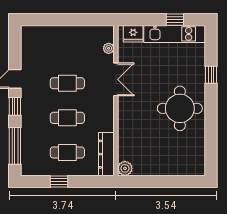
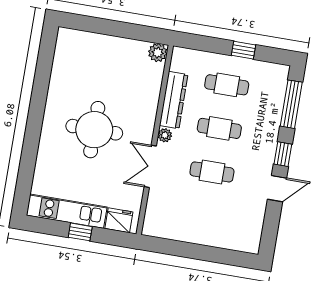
window: (175, 20) -> (80, 232), moved
plant: (109, 48) -> (165, 135), moved
window: (211, 75) -> (30, 152), removed
round table: (180, 108) -> (94, 130), moved
dresser: (106, 154) -> (174, 100), moved

